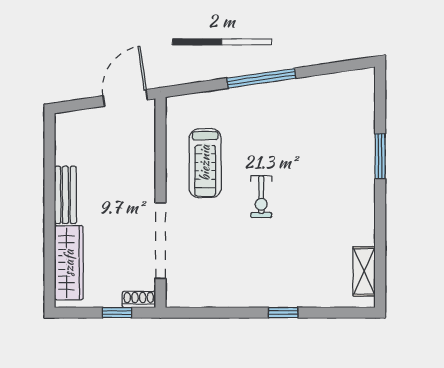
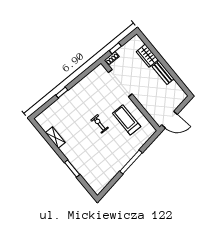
door: (125, 98) -> (170, 120), hinge flipped
wardrobe: (69, 263) -> (147, 56), width x0.67
shelving: (364, 271) -> (55, 138), moved

